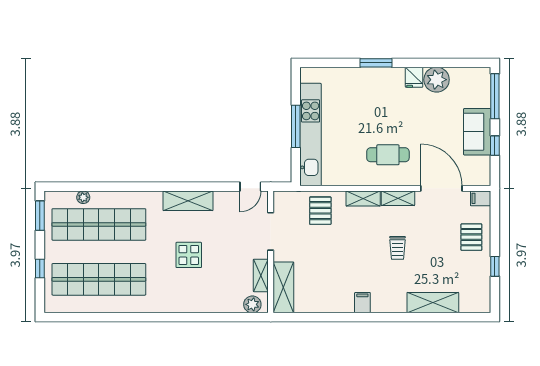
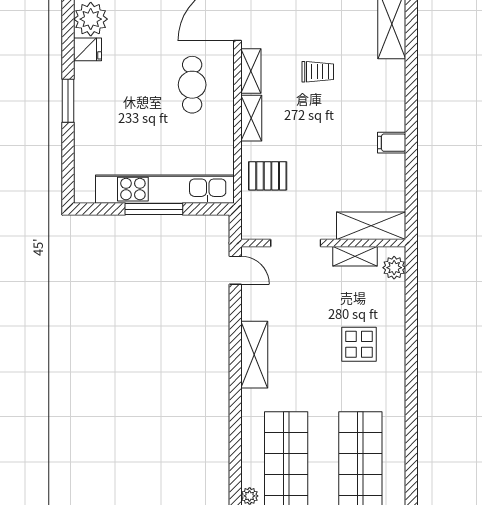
display table: (189, 255) -> (359, 344), moved
filing cabinet: (362, 303) -> (392, 143), moved

